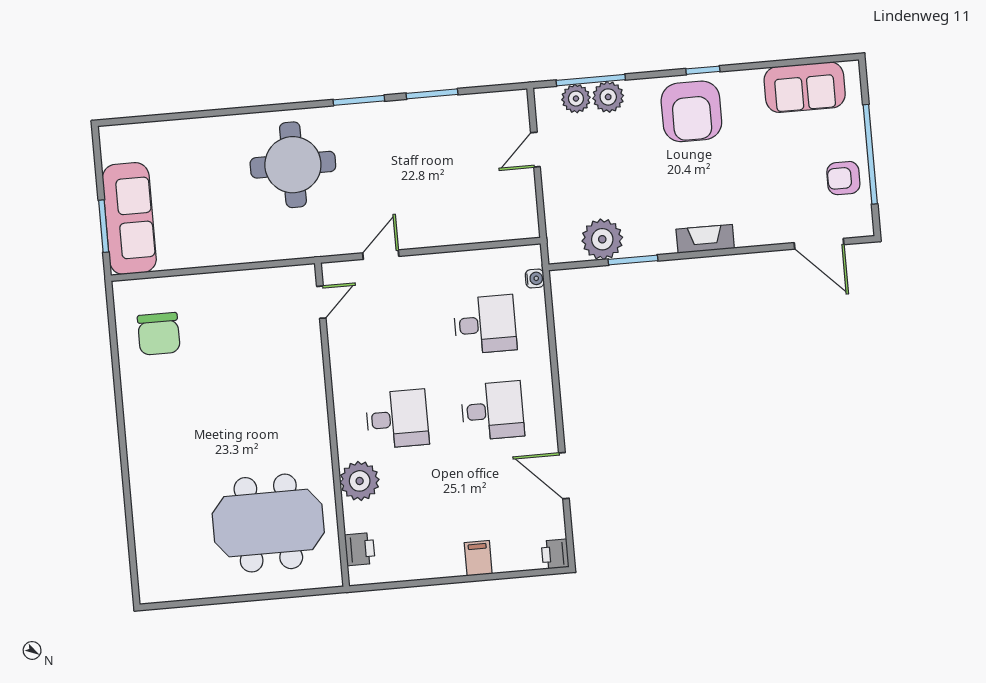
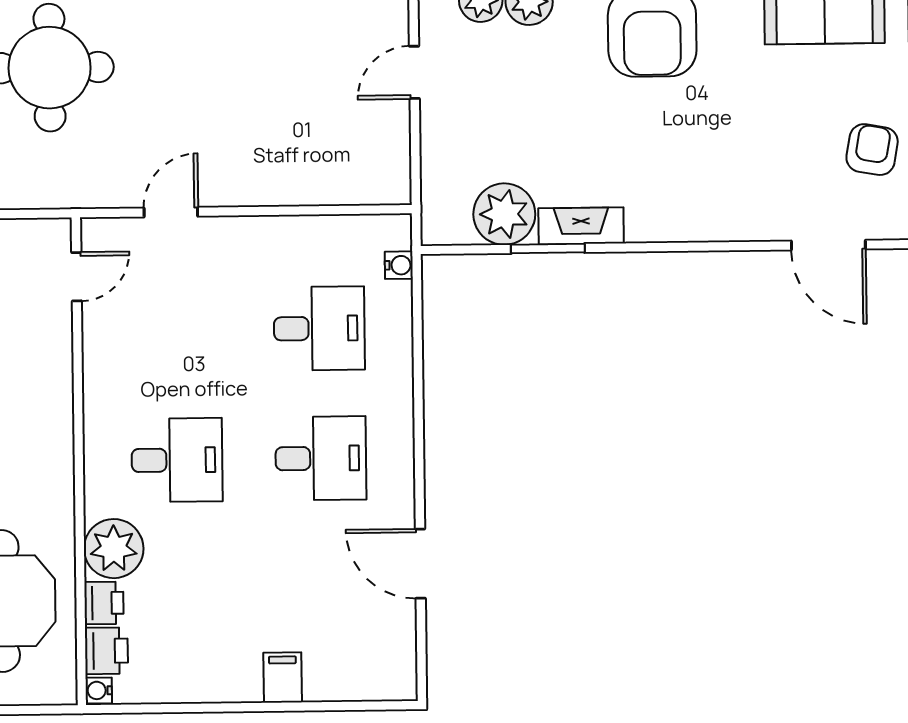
armchair: (843, 178) -> (872, 150), turned 100
fireplace: (705, 239) -> (581, 226), moved
printer: (555, 554) -> (104, 603), moved, turned 180
water cooler: (357, 576) -> (99, 690), added

